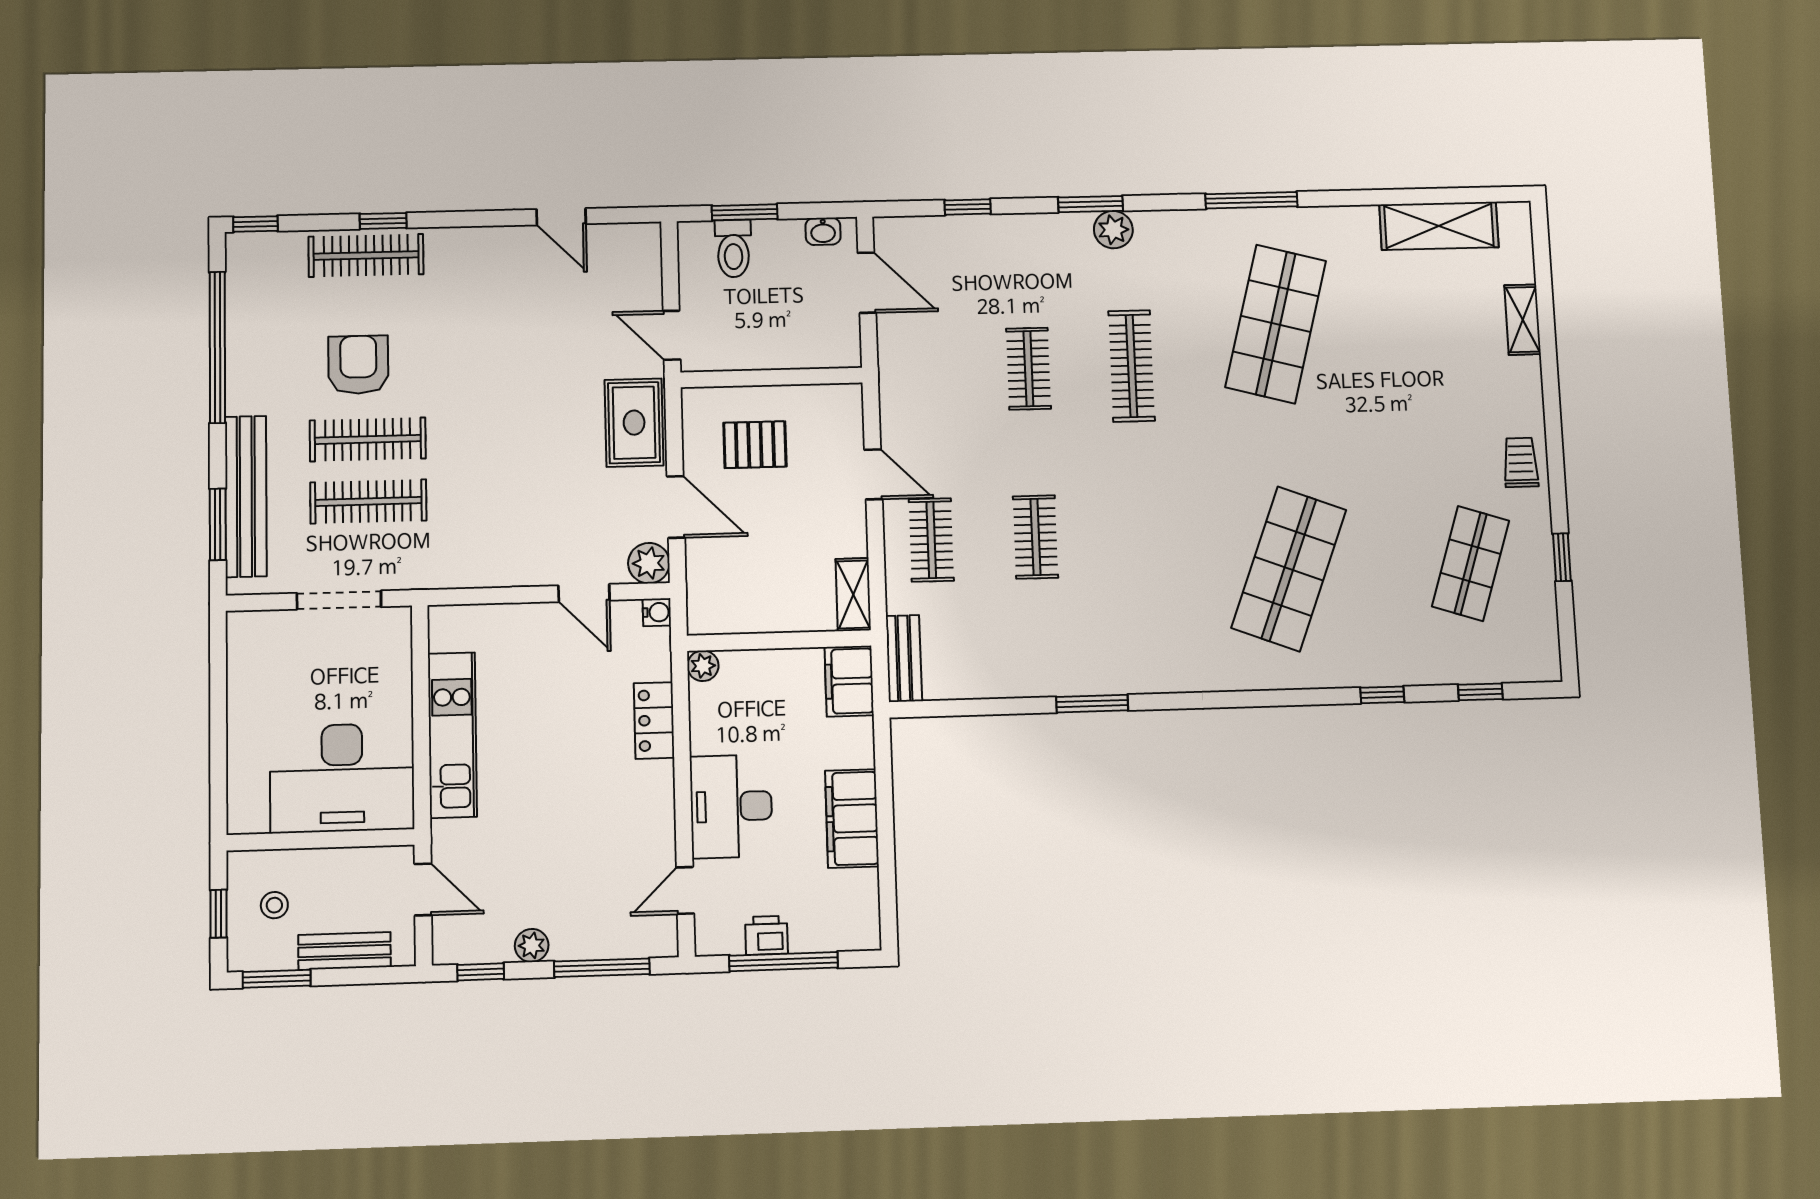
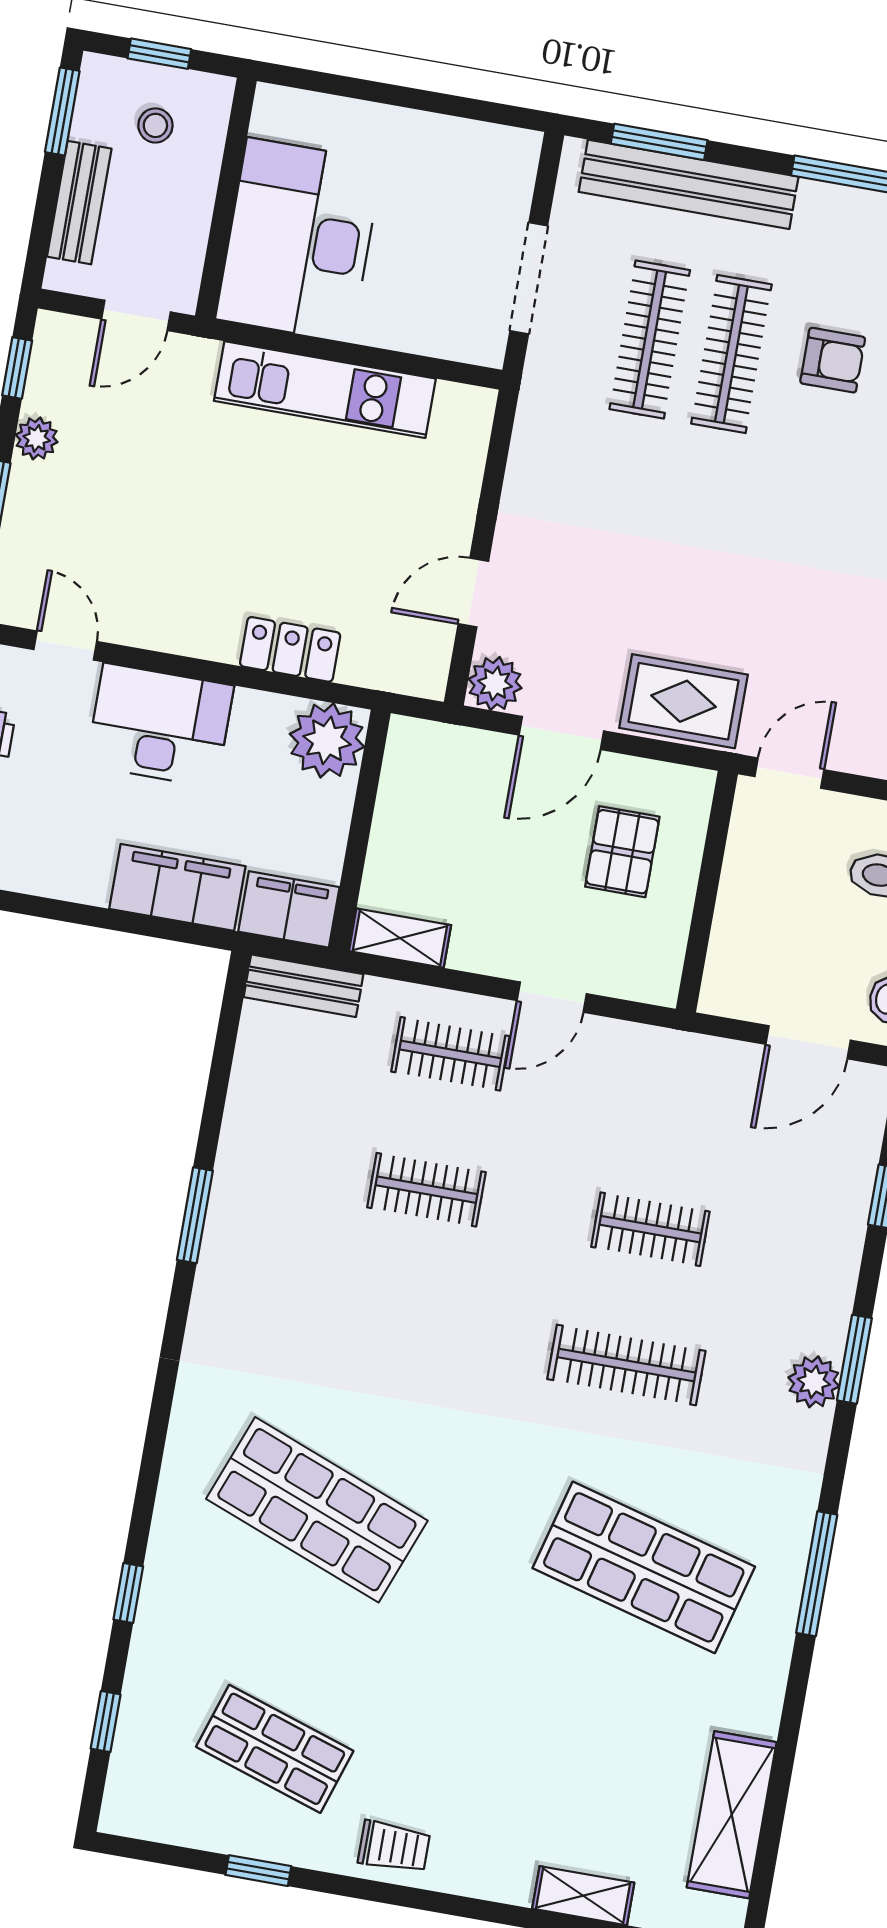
armchair: (358, 365) -> (833, 360), width x0.72, depth x0.72
water cooler: (657, 612) -> (429, 681), removed
plant: (703, 666) -> (327, 740), width x1.87, depth x1.87
filing cabinet: (852, 818) -> (177, 887), moved

